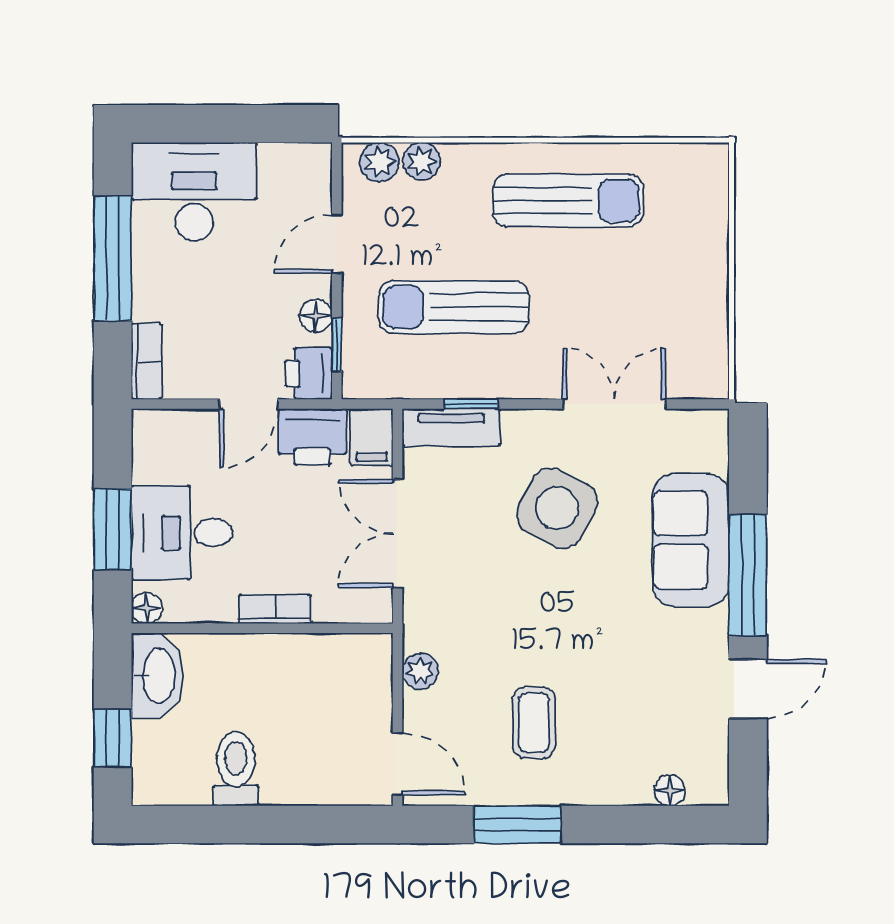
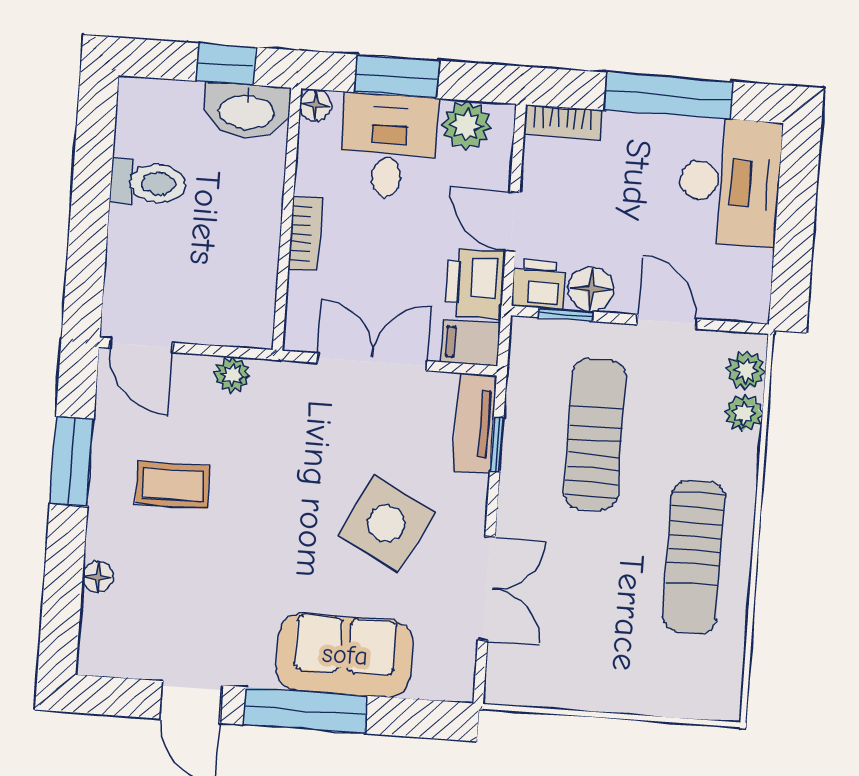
floor lamp: (316, 316) -> (591, 289), width x1.37, depth x1.37
plant: (156, 457) -> (466, 125), added
window: (113, 738) -> (226, 64), moved
door: (398, 764) -> (141, 345), hinge flipped
floor lamp: (670, 790) -> (98, 577), moved

